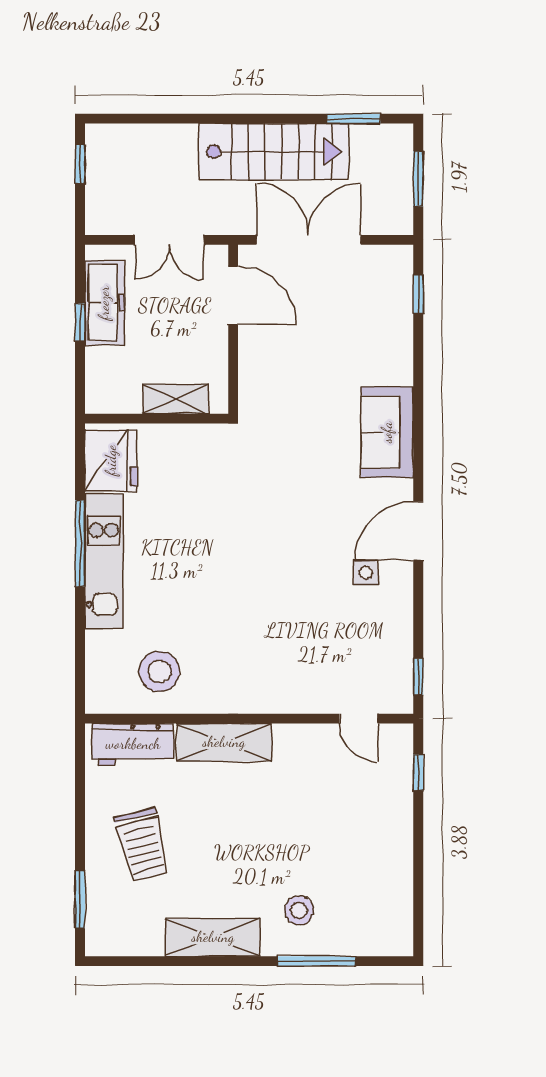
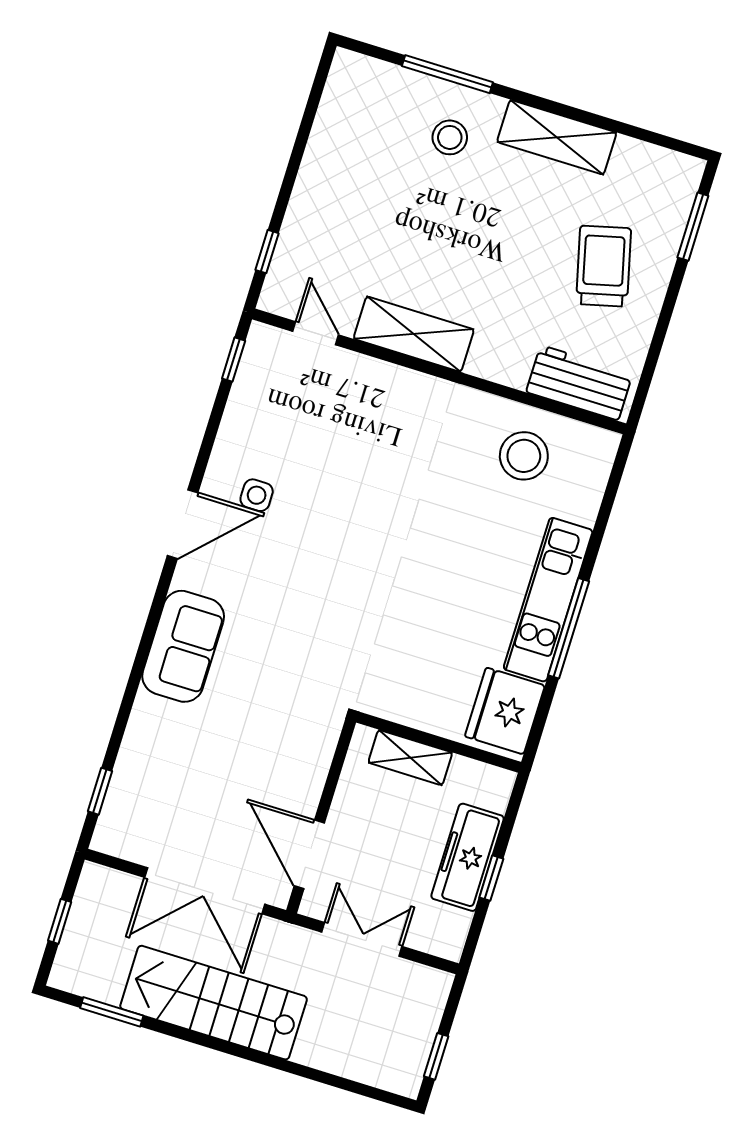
window: (418, 179) -> (60, 921), width x0.67
freezer: (104, 303) -> (467, 857), moved
shelving: (224, 742) -> (414, 334), moved

